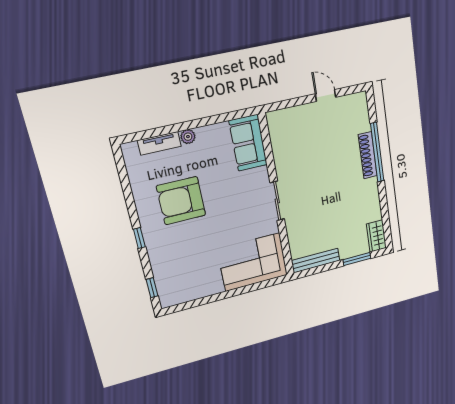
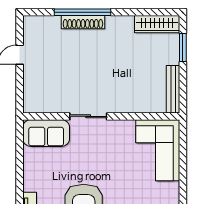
plant: (188, 137) -> (29, 184), removed
sliding door: (277, 201) -> (88, 116), moved
wardrobe: (376, 236) -> (157, 24), width x1.50

